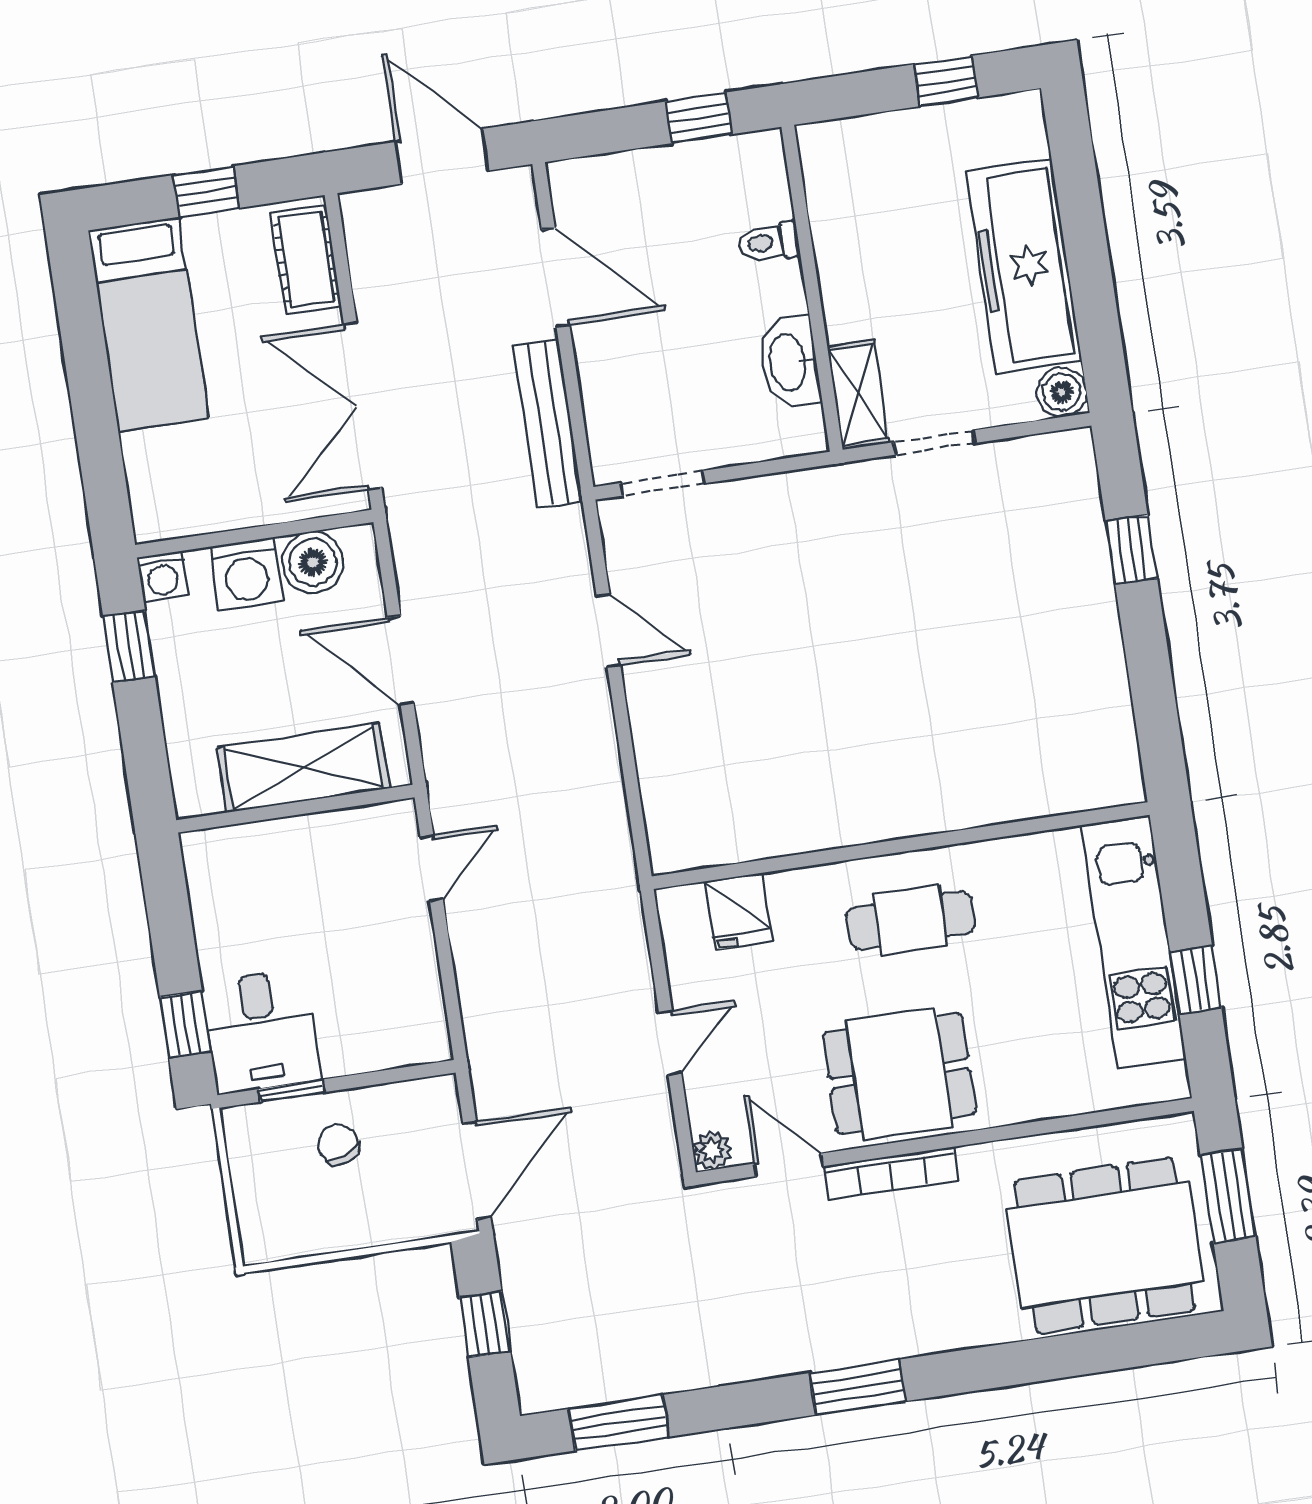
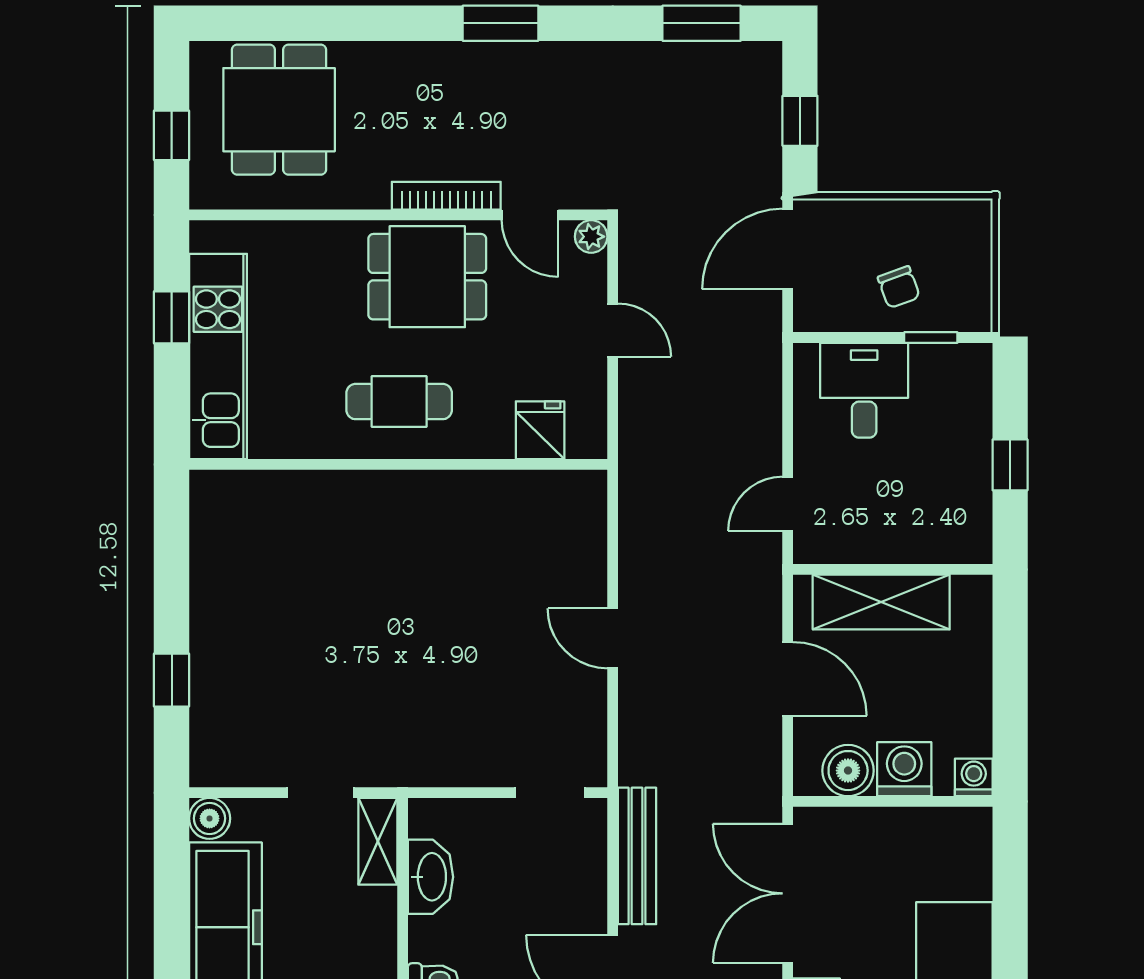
double door: (363, 406) -> (788, 893), swing flipped
door: (608, 631) -> (613, 638), moved
window: (129, 647) -> (1010, 724), removed
window: (185, 1024) -> (1010, 465), moved
desk: (261, 1031) -> (864, 390), moved
door: (670, 1043) -> (613, 330), swing flipped
window: (1228, 1196) -> (172, 135), width x0.67
dining table: (1105, 1245) -> (279, 110), width x0.73

